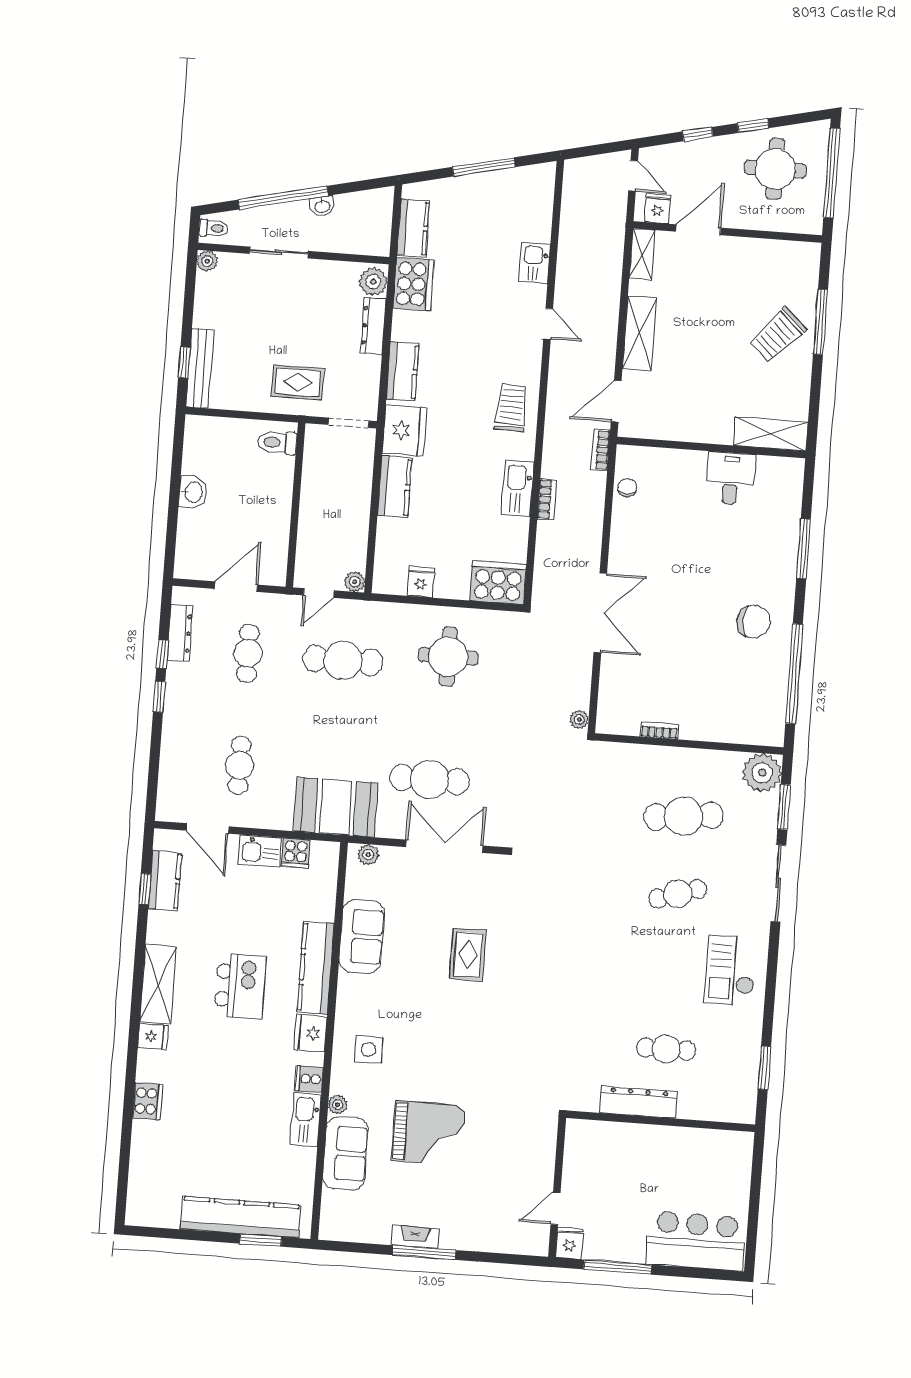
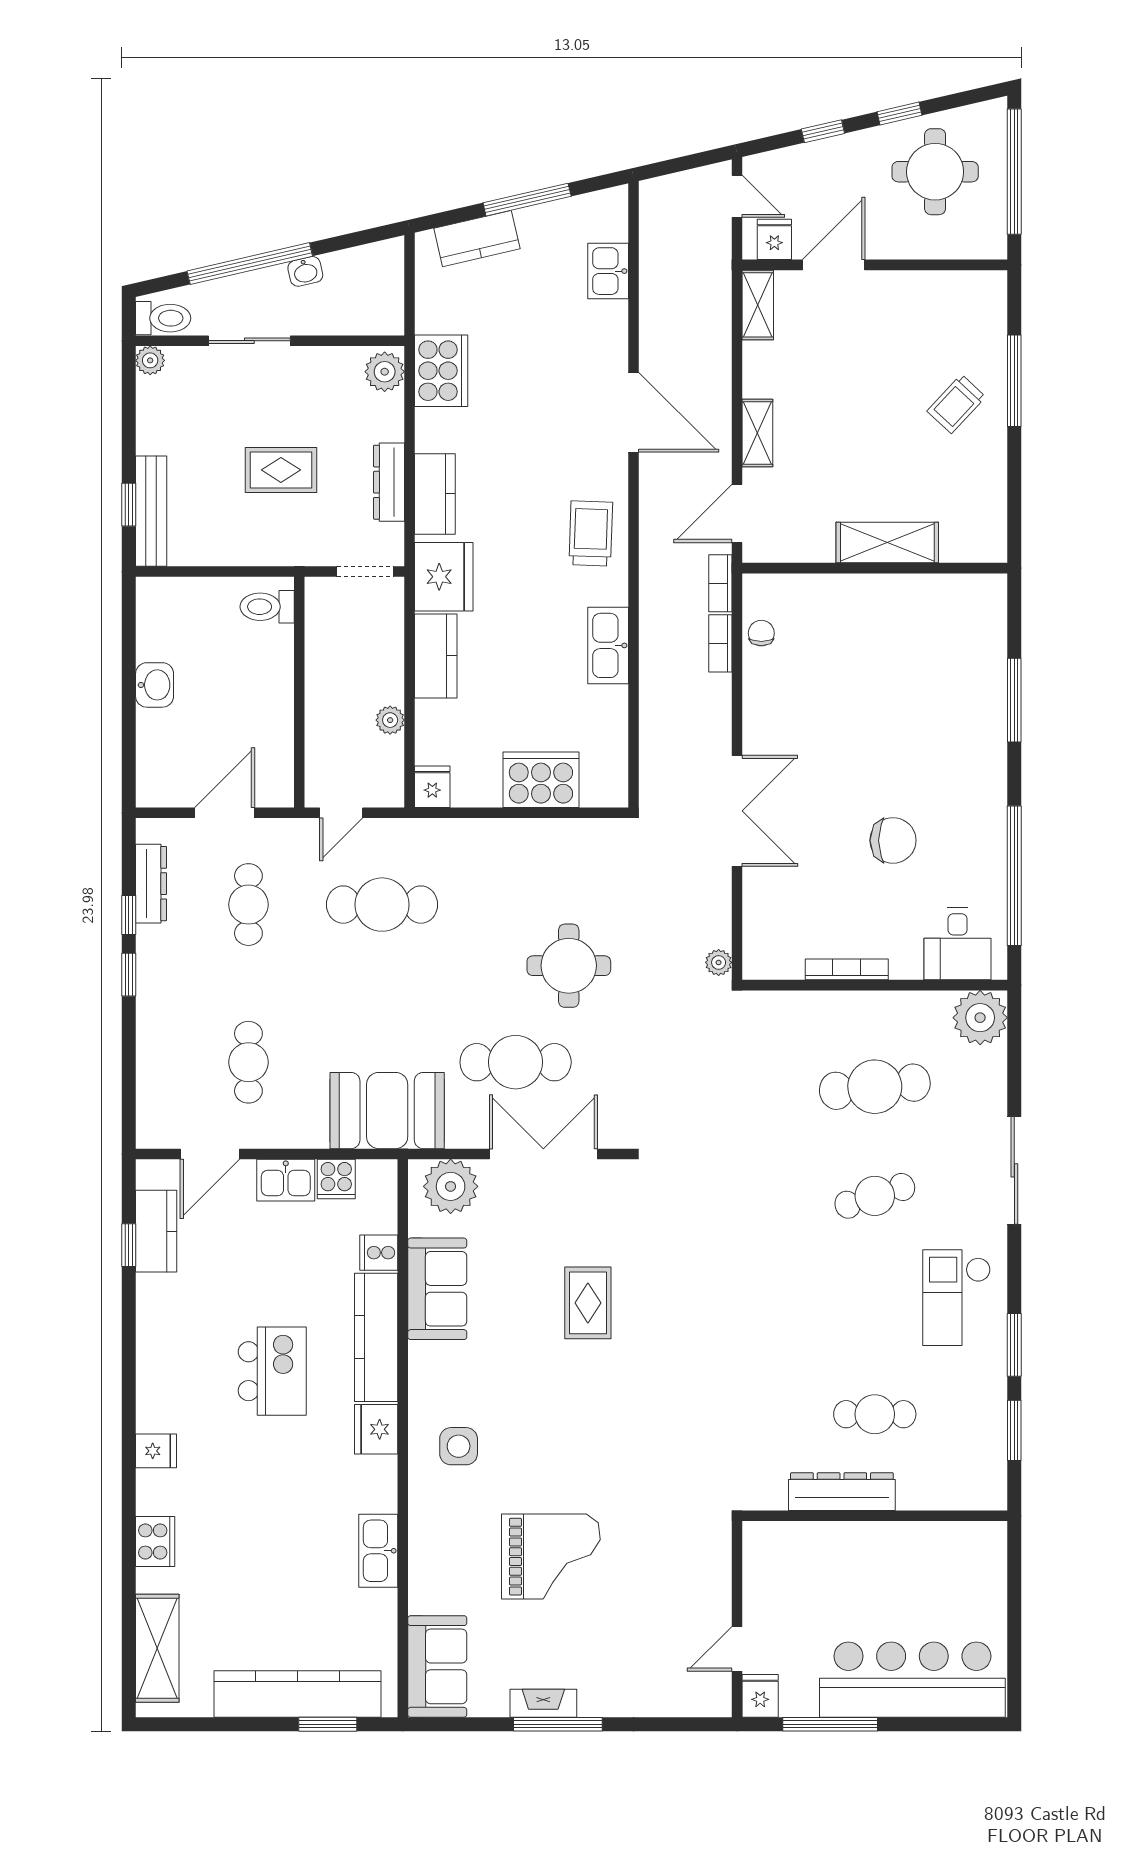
toilet: (213, 228) -> (163, 318), width x1.37, depth x1.39
kitchen counter: (413, 228) -> (477, 239), moved, turned 77
kitchen sink: (535, 263) -> (608, 271), moved
door: (548, 324) -> (634, 412), width x1.88
dresser: (373, 326) -> (389, 482), moved
shelving: (640, 333) -> (757, 433), width x0.67, depth x0.75
trolley: (778, 335) -> (956, 404), width x0.73, depth x0.72
rug: (298, 382) -> (281, 470), moved
shelving: (771, 434) -> (887, 543), moved
desk: (731, 478) -> (958, 944), moved, turned 180
bookcase: (547, 499) -> (720, 643), moved, turned 180
plant: (355, 582) -> (390, 720), moved
fridge: (421, 582) -> (432, 787), moved
cooker: (498, 583) -> (541, 780), moved
chair: (753, 622) -> (893, 840), moved
round table: (448, 657) -> (569, 966), moved
bookcase: (659, 730) -> (847, 969), width x1.56
window: (784, 807) -> (1014, 1345), moved
door: (207, 828) -> (210, 1154), hinge flipped
plant: (368, 855) -> (451, 1186), width x1.87, depth x1.87
shelving: (158, 984) -> (157, 1648), moved
cooker: (309, 1079) -> (379, 1253), moved
plant: (338, 1105) -> (421, 1527), removed
sofa: (345, 1153) -> (437, 1666), moved
bar counter: (696, 1241) -> (912, 1680), width x1.36

